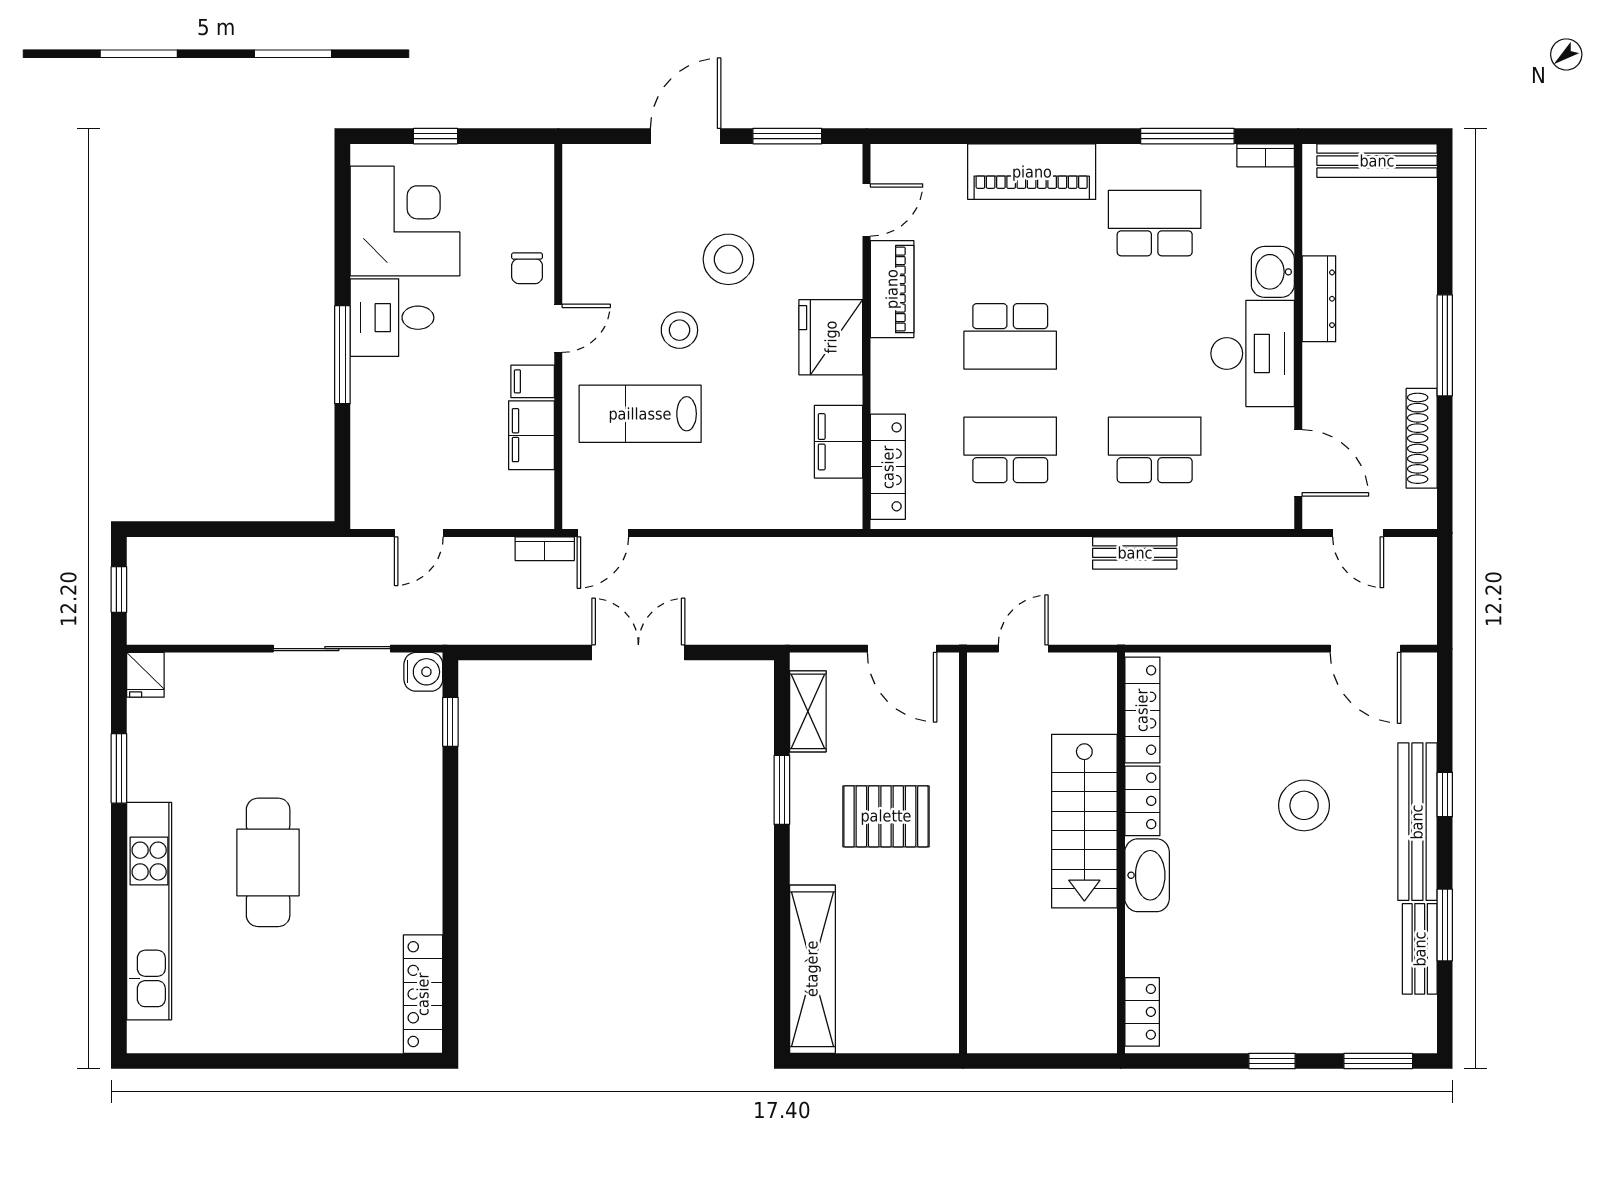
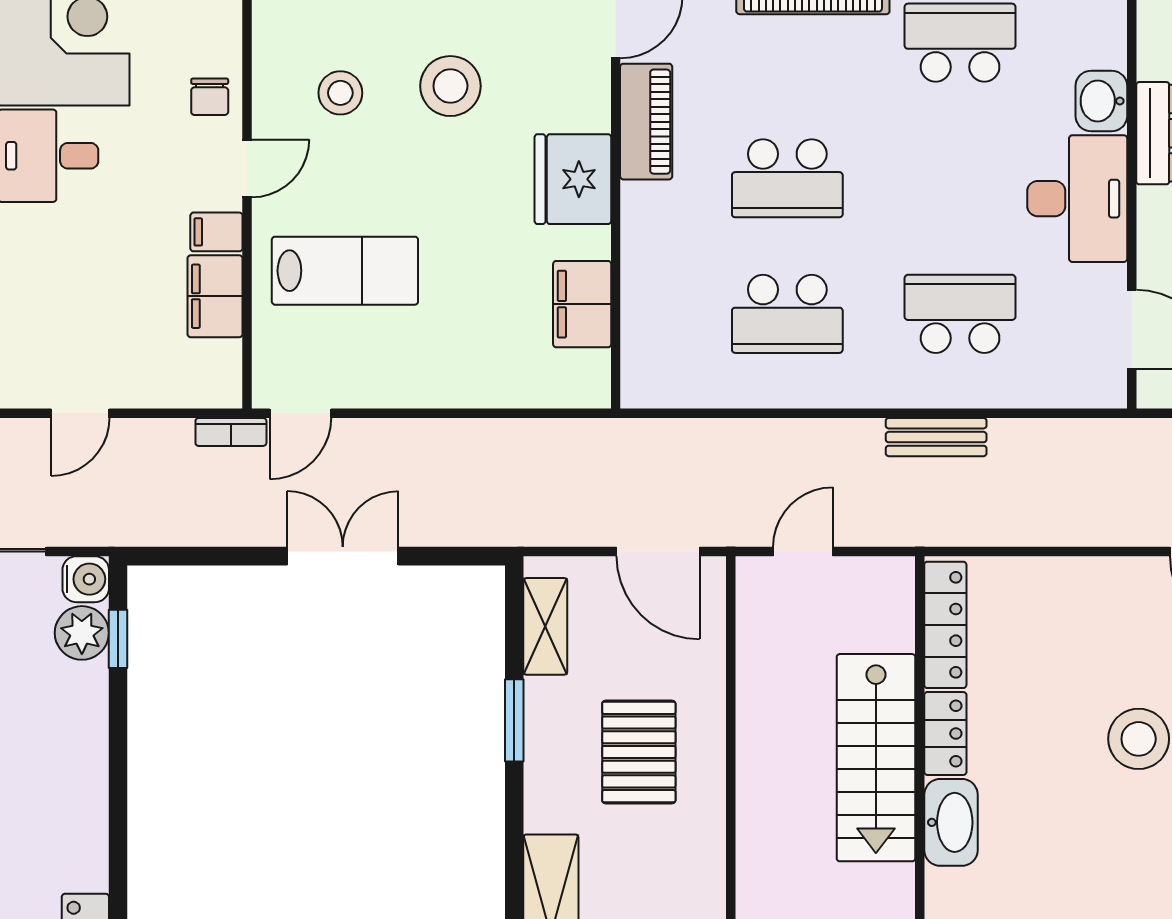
stool: (679, 330) -> (340, 93), moved
lab bench: (640, 414) -> (345, 271), turned 180
school desk: (1010, 450) -> (787, 314), turned 180
locker: (888, 467) -> (641, 334), removed
plant: (420, 717) -> (82, 633), added
pallet: (886, 816) -> (639, 752), turned 90

